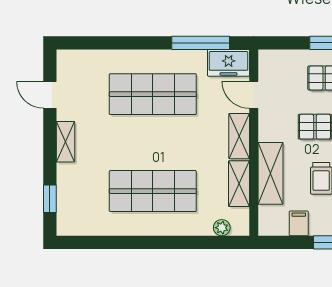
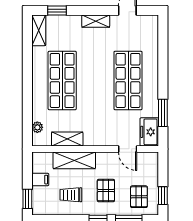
window: (201, 43) -> (163, 113), width x0.69
door: (254, 95) -> (128, 149), swing flipped
shelving: (239, 136) -> (39, 30), moved, turned 90

